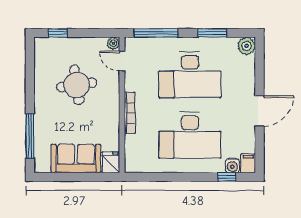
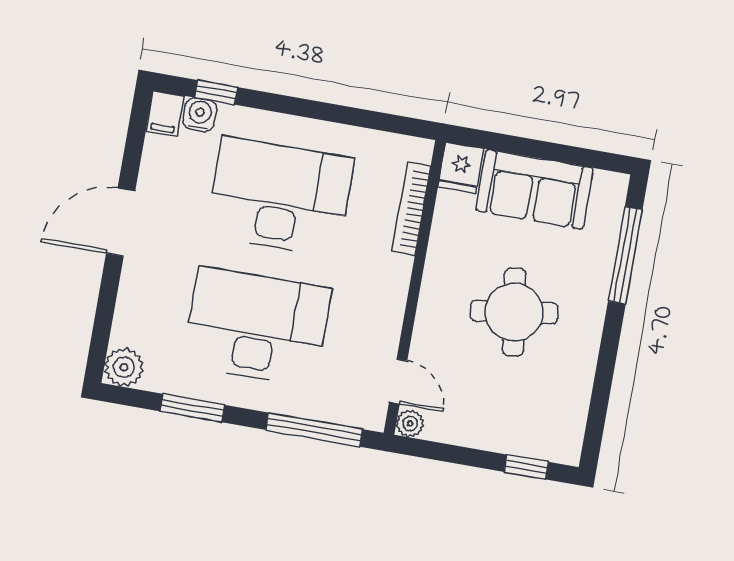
round table: (77, 85) -> (514, 312), moved
bookcase: (130, 113) -> (411, 209), moved

